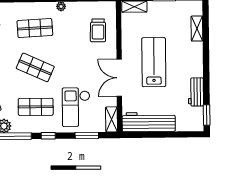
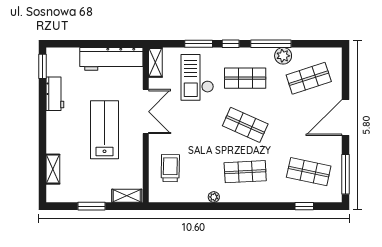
lab bench: (154, 62) -> (105, 130), turned 180
checkout: (76, 107) -> (197, 77), turned 180
window: (87, 135) -> (199, 44), moved

